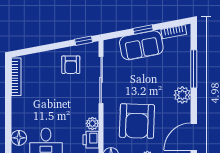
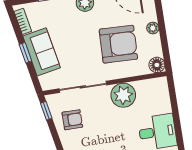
plant: (92, 123) -> (123, 95), width x1.88, depth x1.88
printer: (91, 140) -> (145, 88), removed

